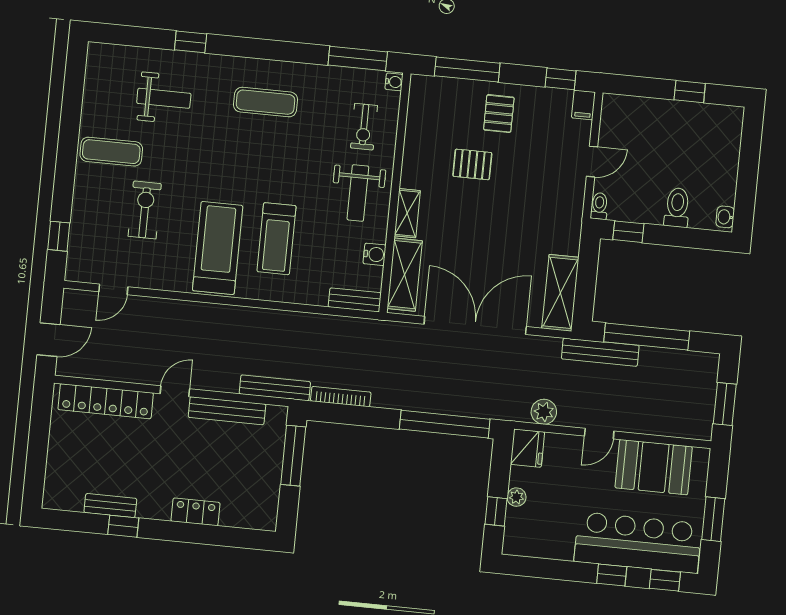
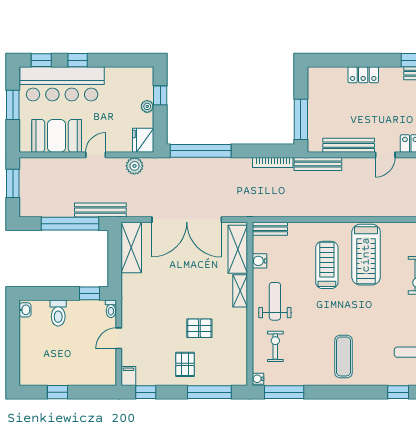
exercise mat: (265, 102) -> (344, 356), turned 90

